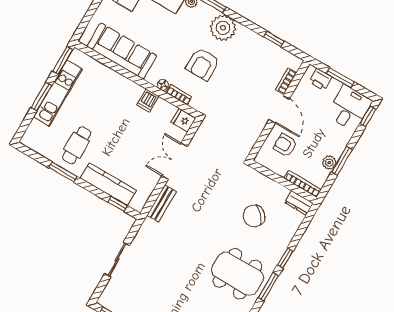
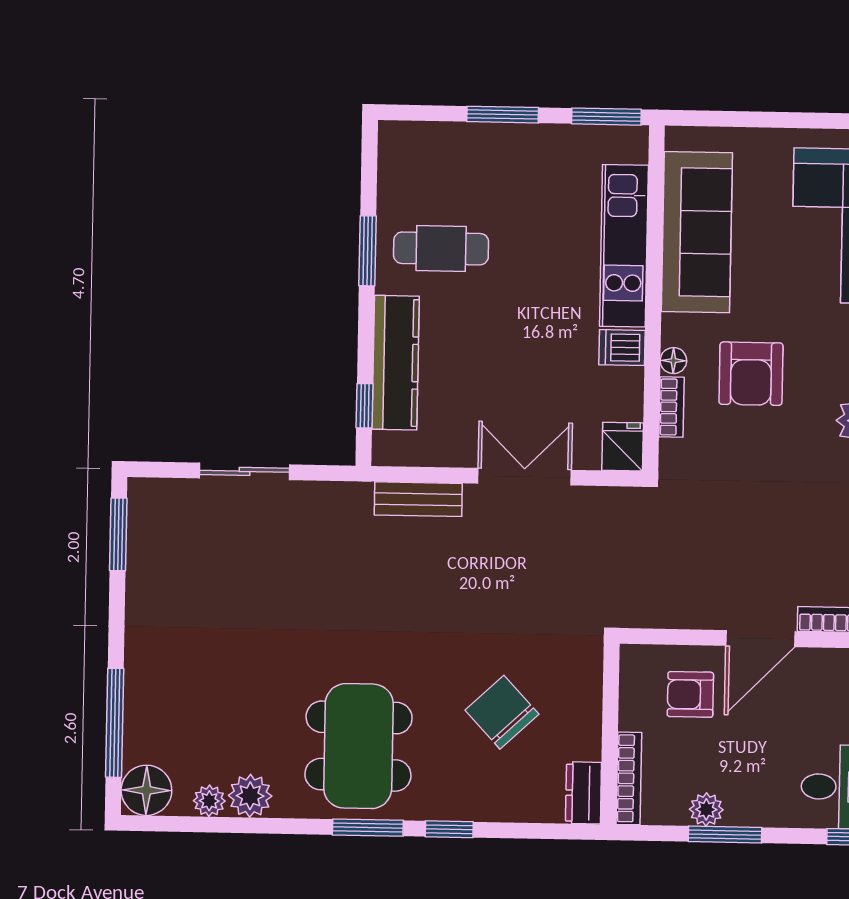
armchair: (203, 64) -> (751, 374), moved, turned -90
kitchen unit: (58, 93) -> (624, 246), moved, turned 90
armchair: (285, 145) -> (690, 694), turned -90

